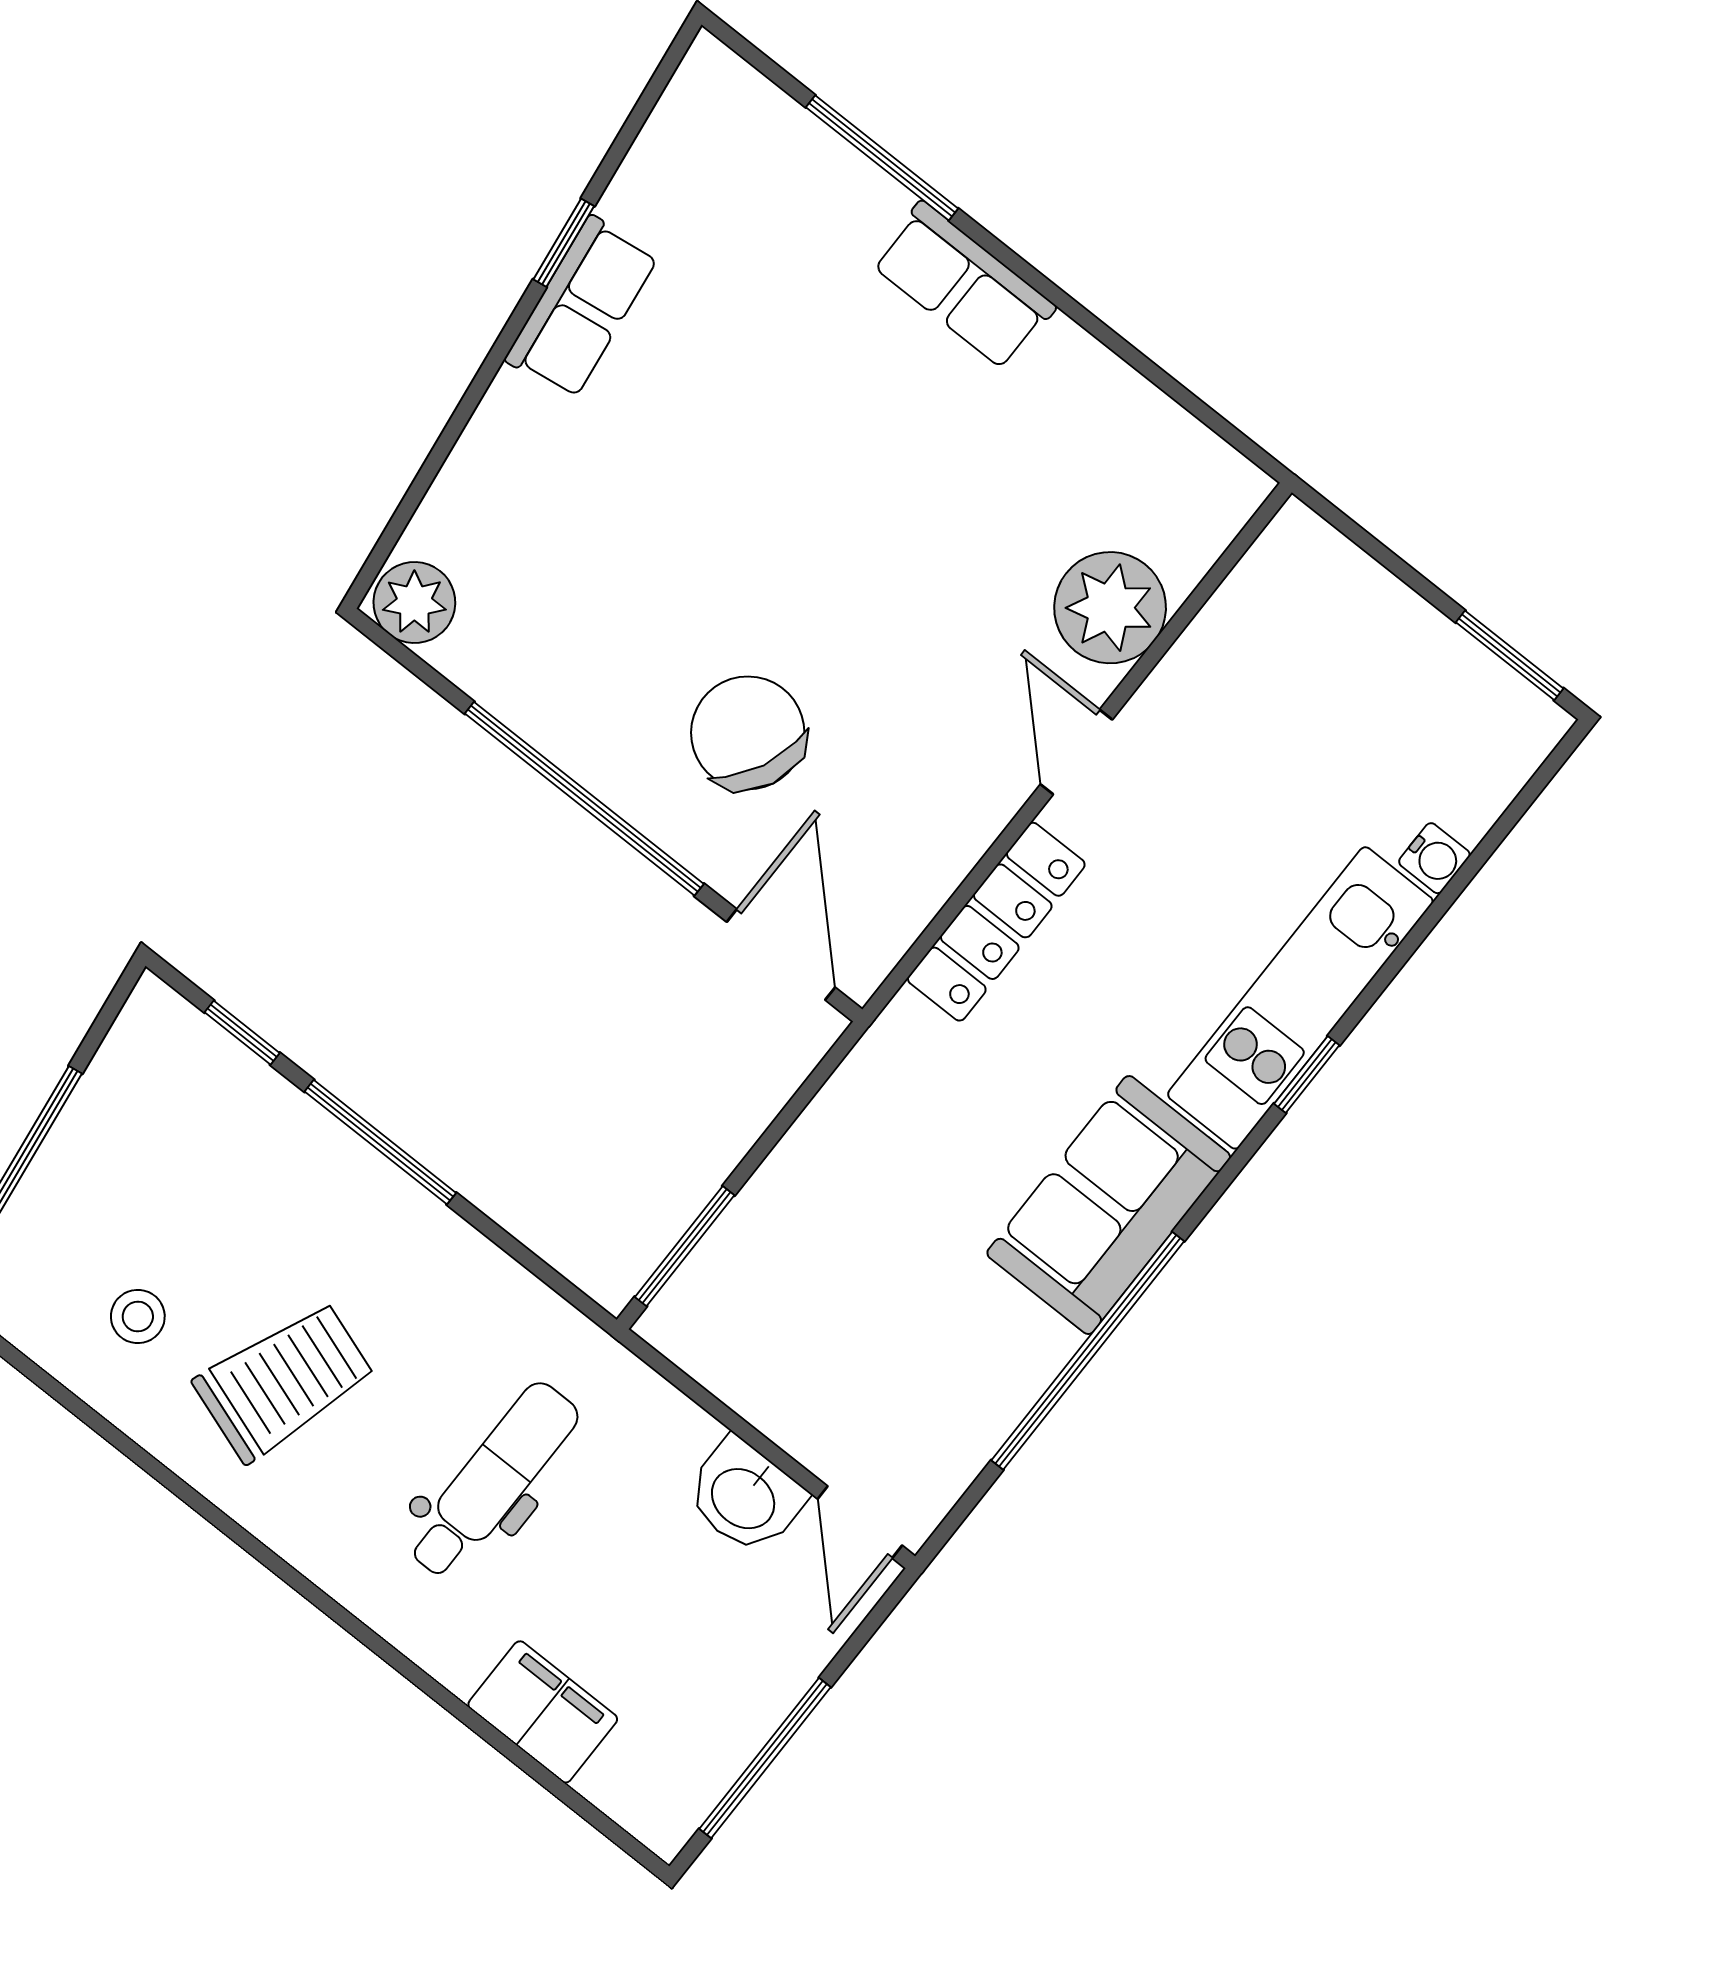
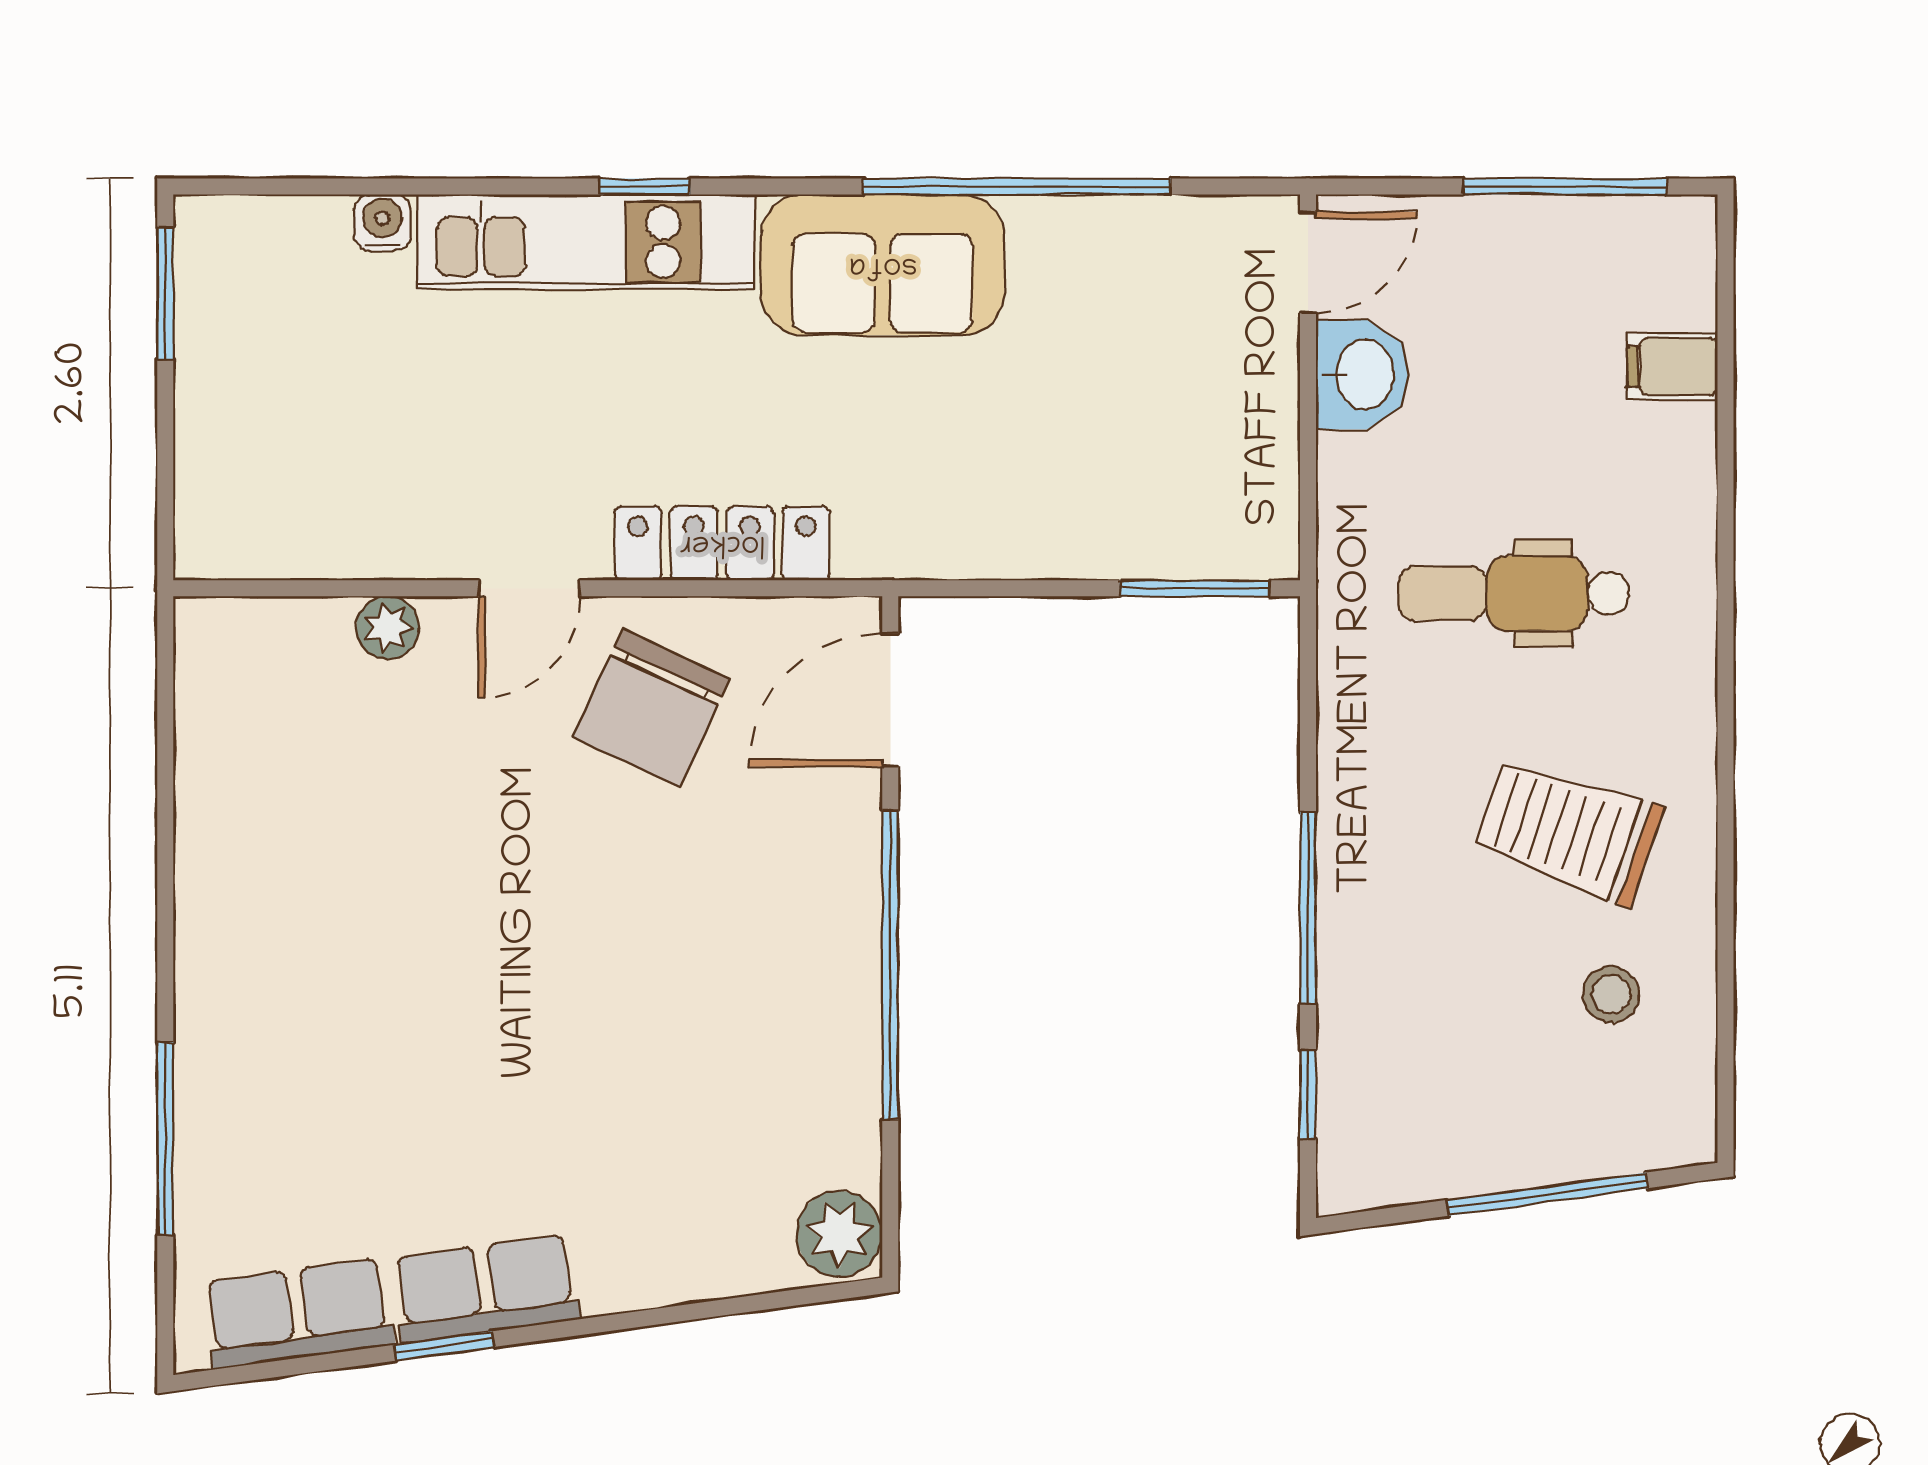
row of seats: (964, 285) -> (298, 1313), moved, turned -98
plant: (1110, 608) -> (388, 628), width x0.53, depth x0.53
chair: (748, 733) -> (651, 708), moved
filing cabinet: (543, 1712) -> (1673, 367), width x0.50

